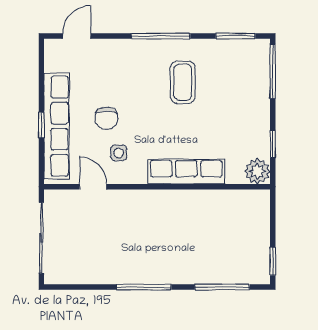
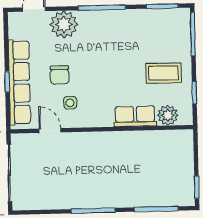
plant: (113, 56) -> (64, 24), added
coffee table: (183, 82) -> (164, 73), moved, turned 90
plant: (257, 171) -> (168, 115), moved
row of seats: (186, 172) -> (135, 116), width x0.68

